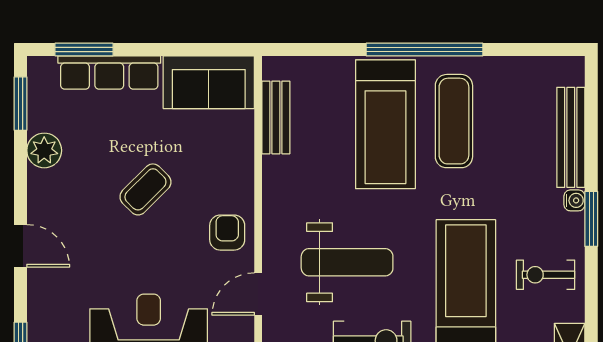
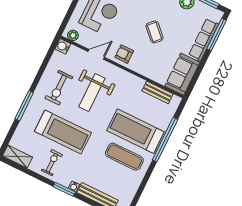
window: (84, 50) -> (217, 35), width x1.44
window: (424, 50) -> (165, 140), moved
armchair: (227, 233) -> (124, 54), turned 180
door: (258, 294) -> (96, 54), hinge flipped

